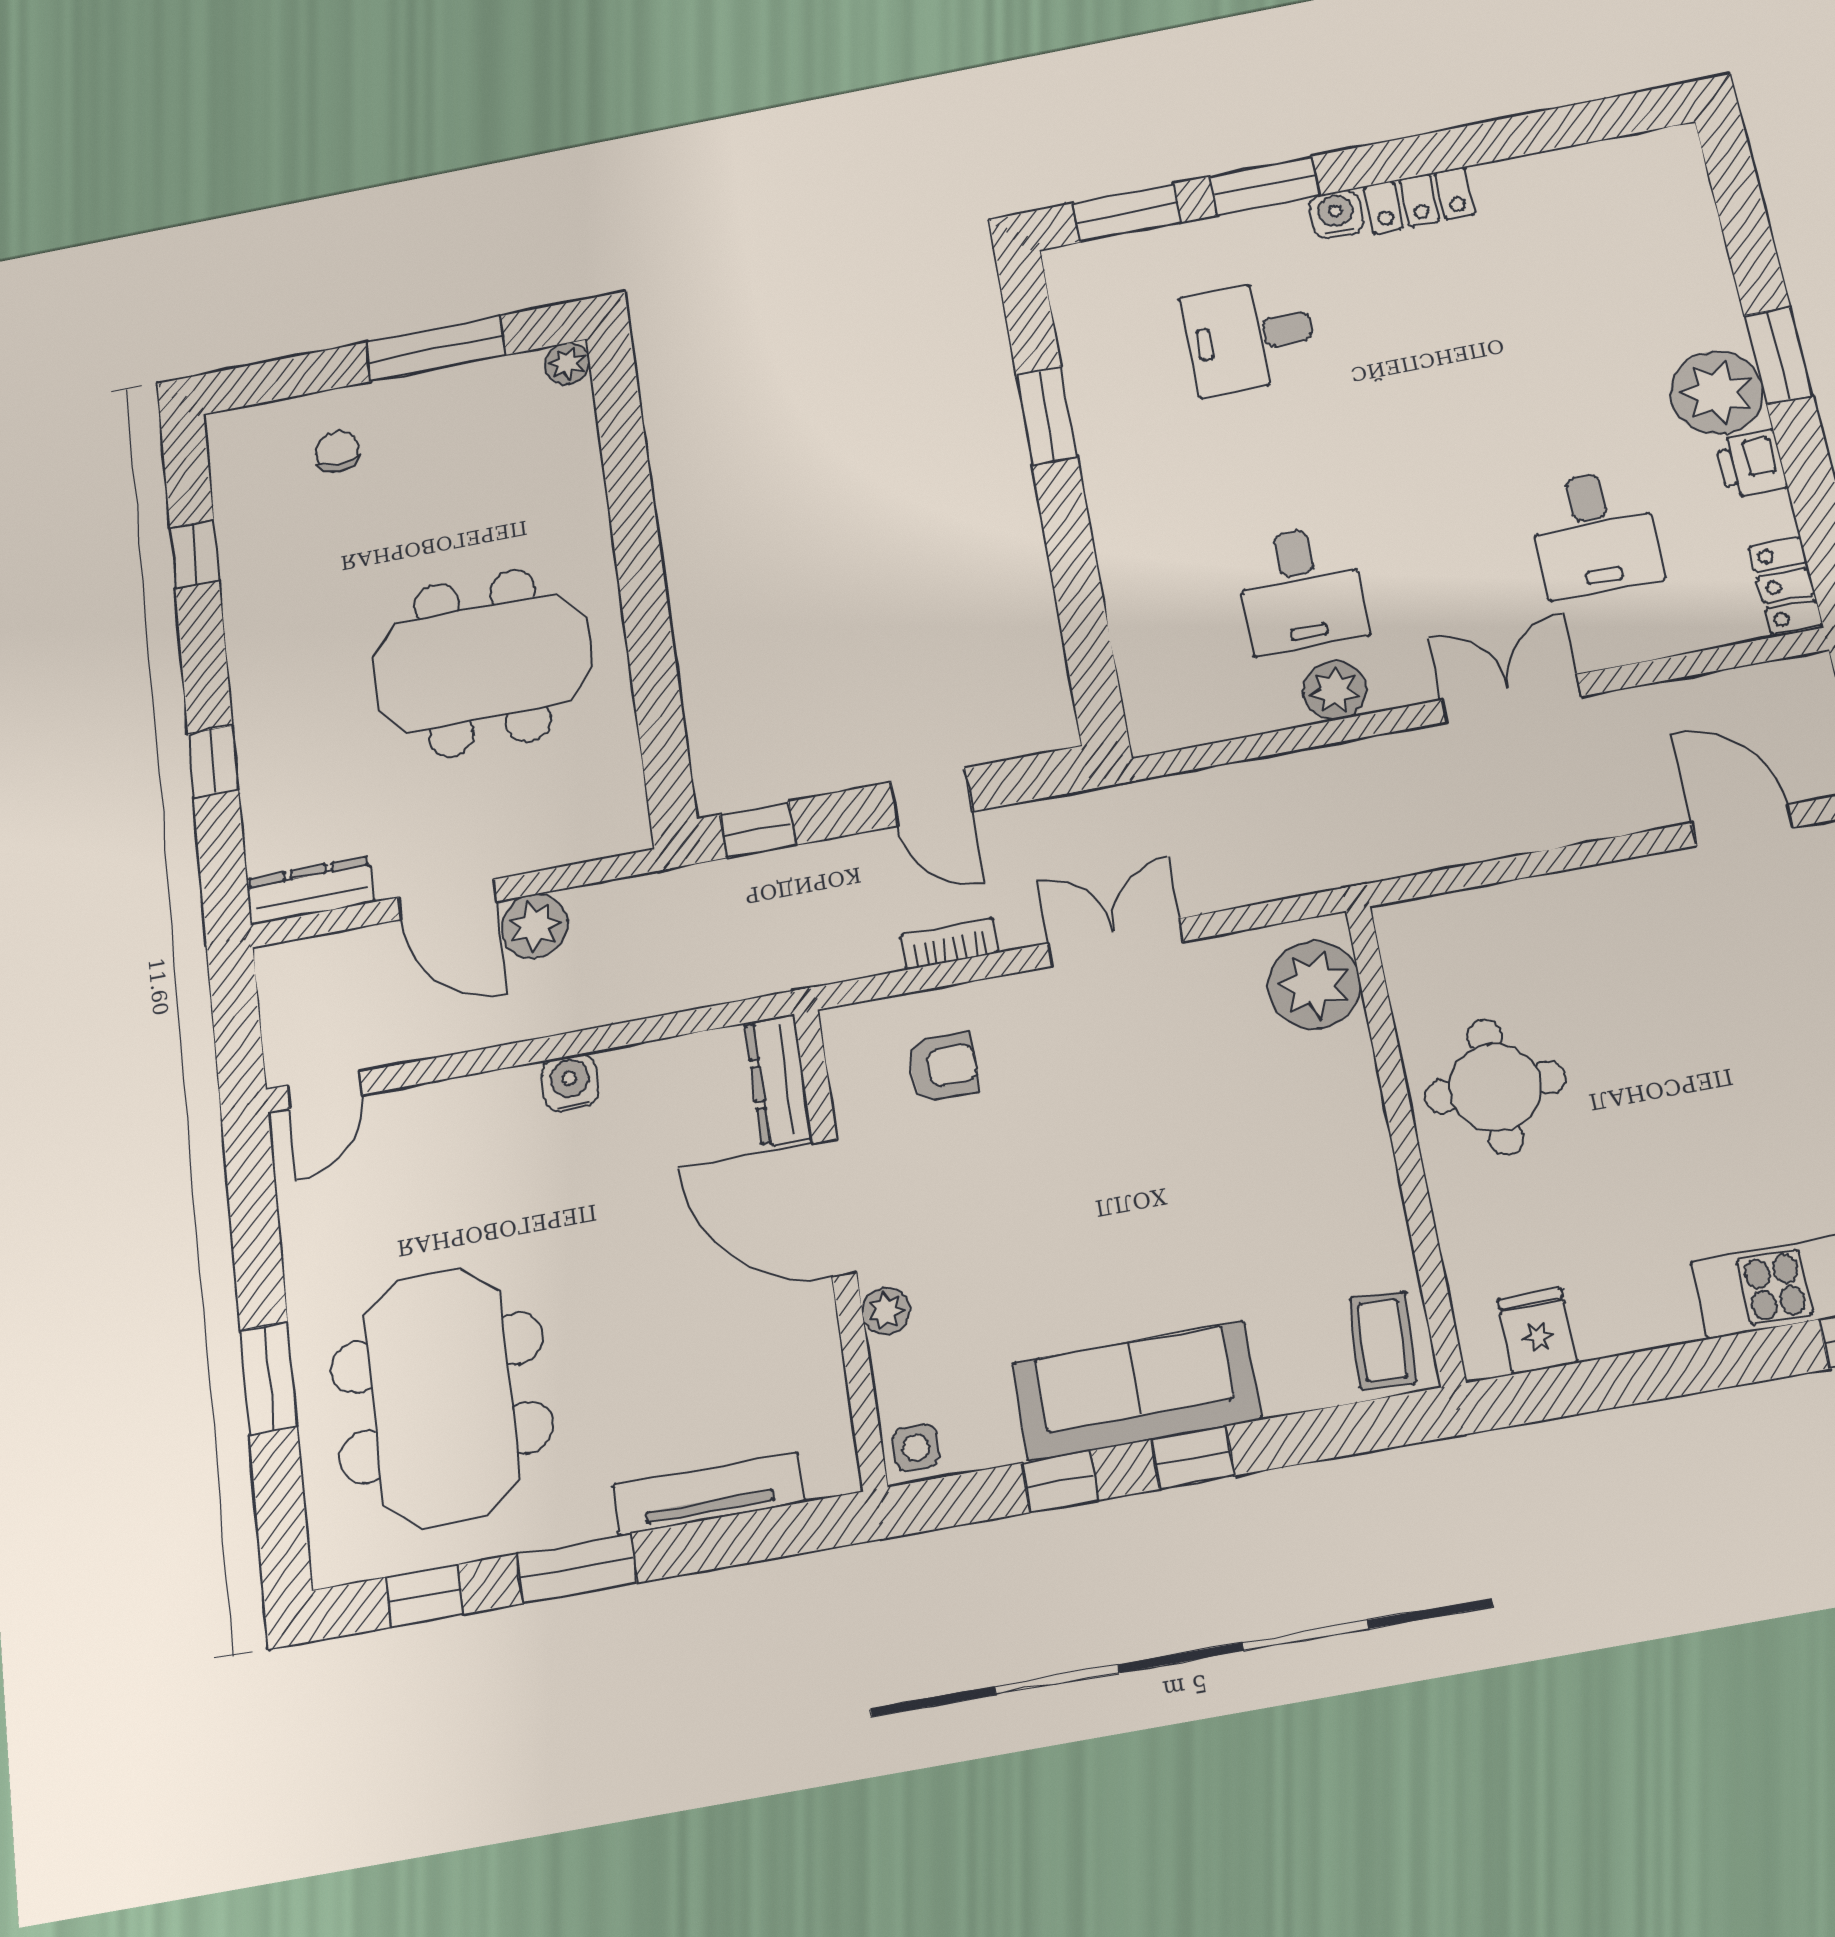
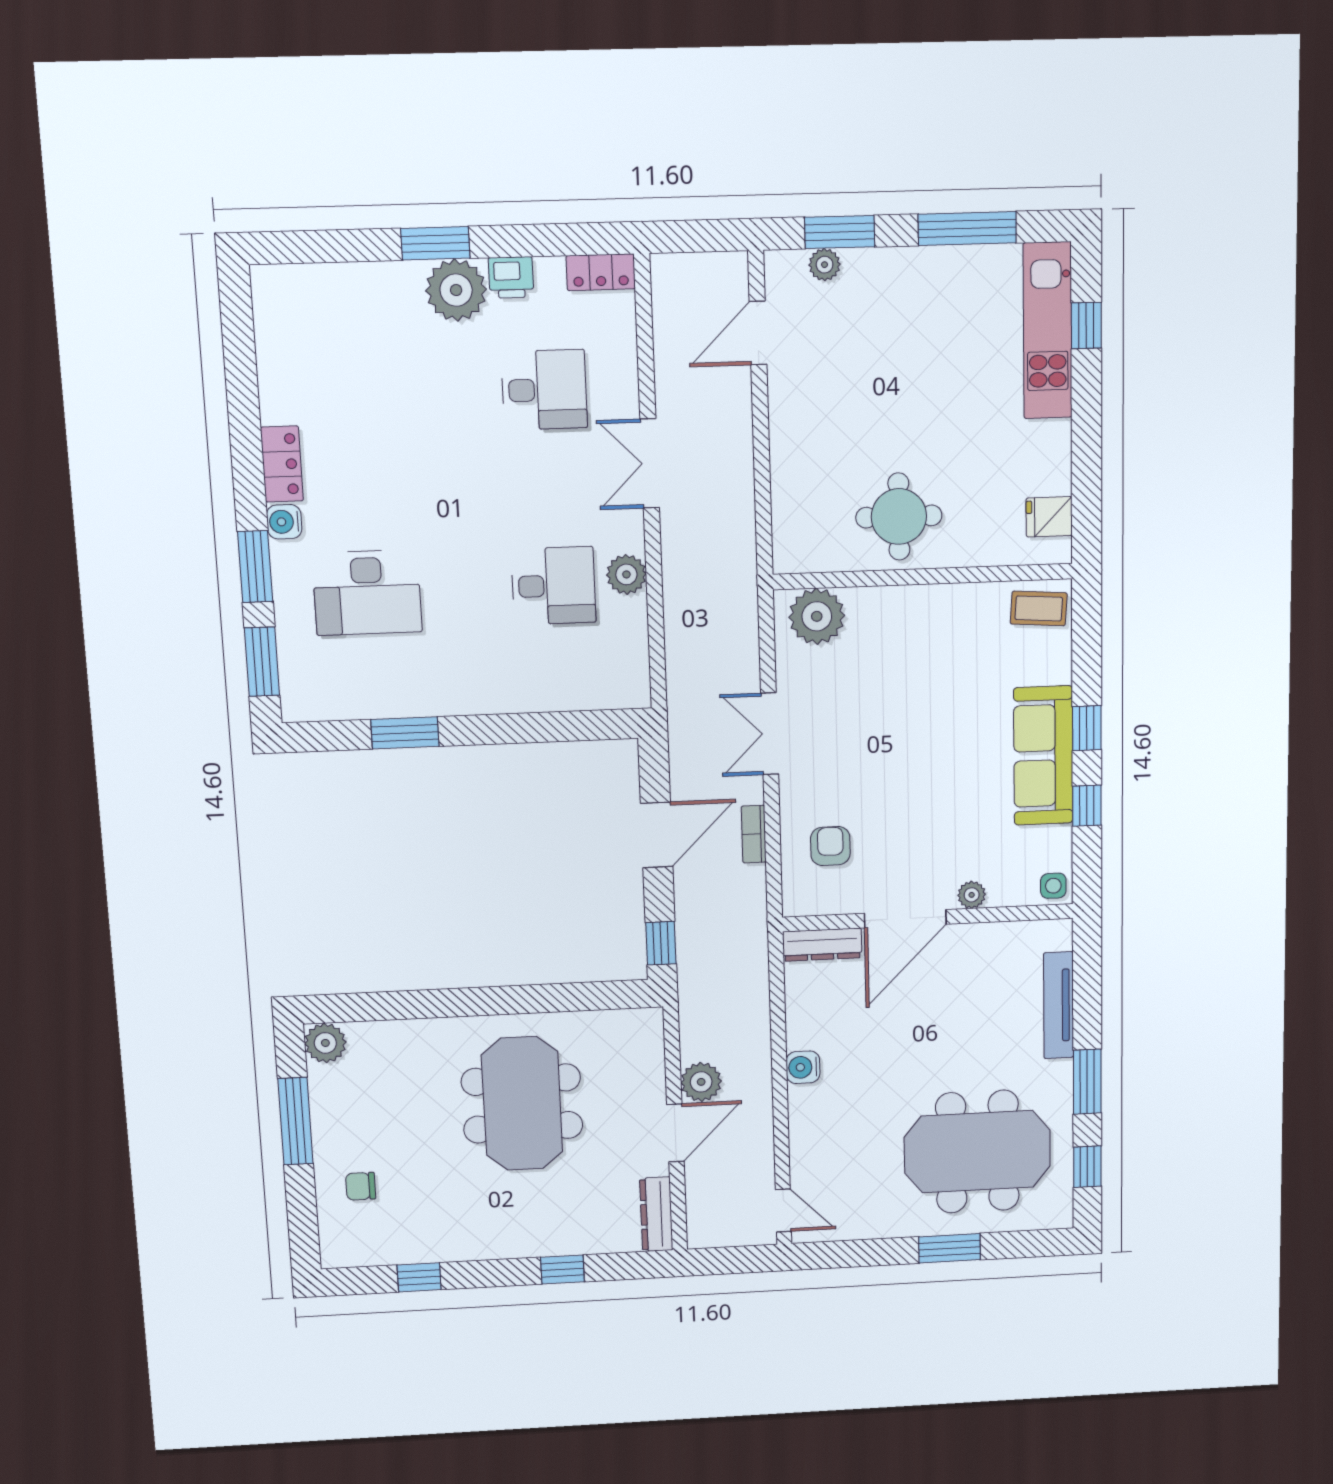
desk: (1250, 336) -> (367, 593), width x1.37
plant: (567, 364) -> (325, 1043), width x1.38, depth x1.38
door: (931, 797) -> (657, 835), width x1.38

